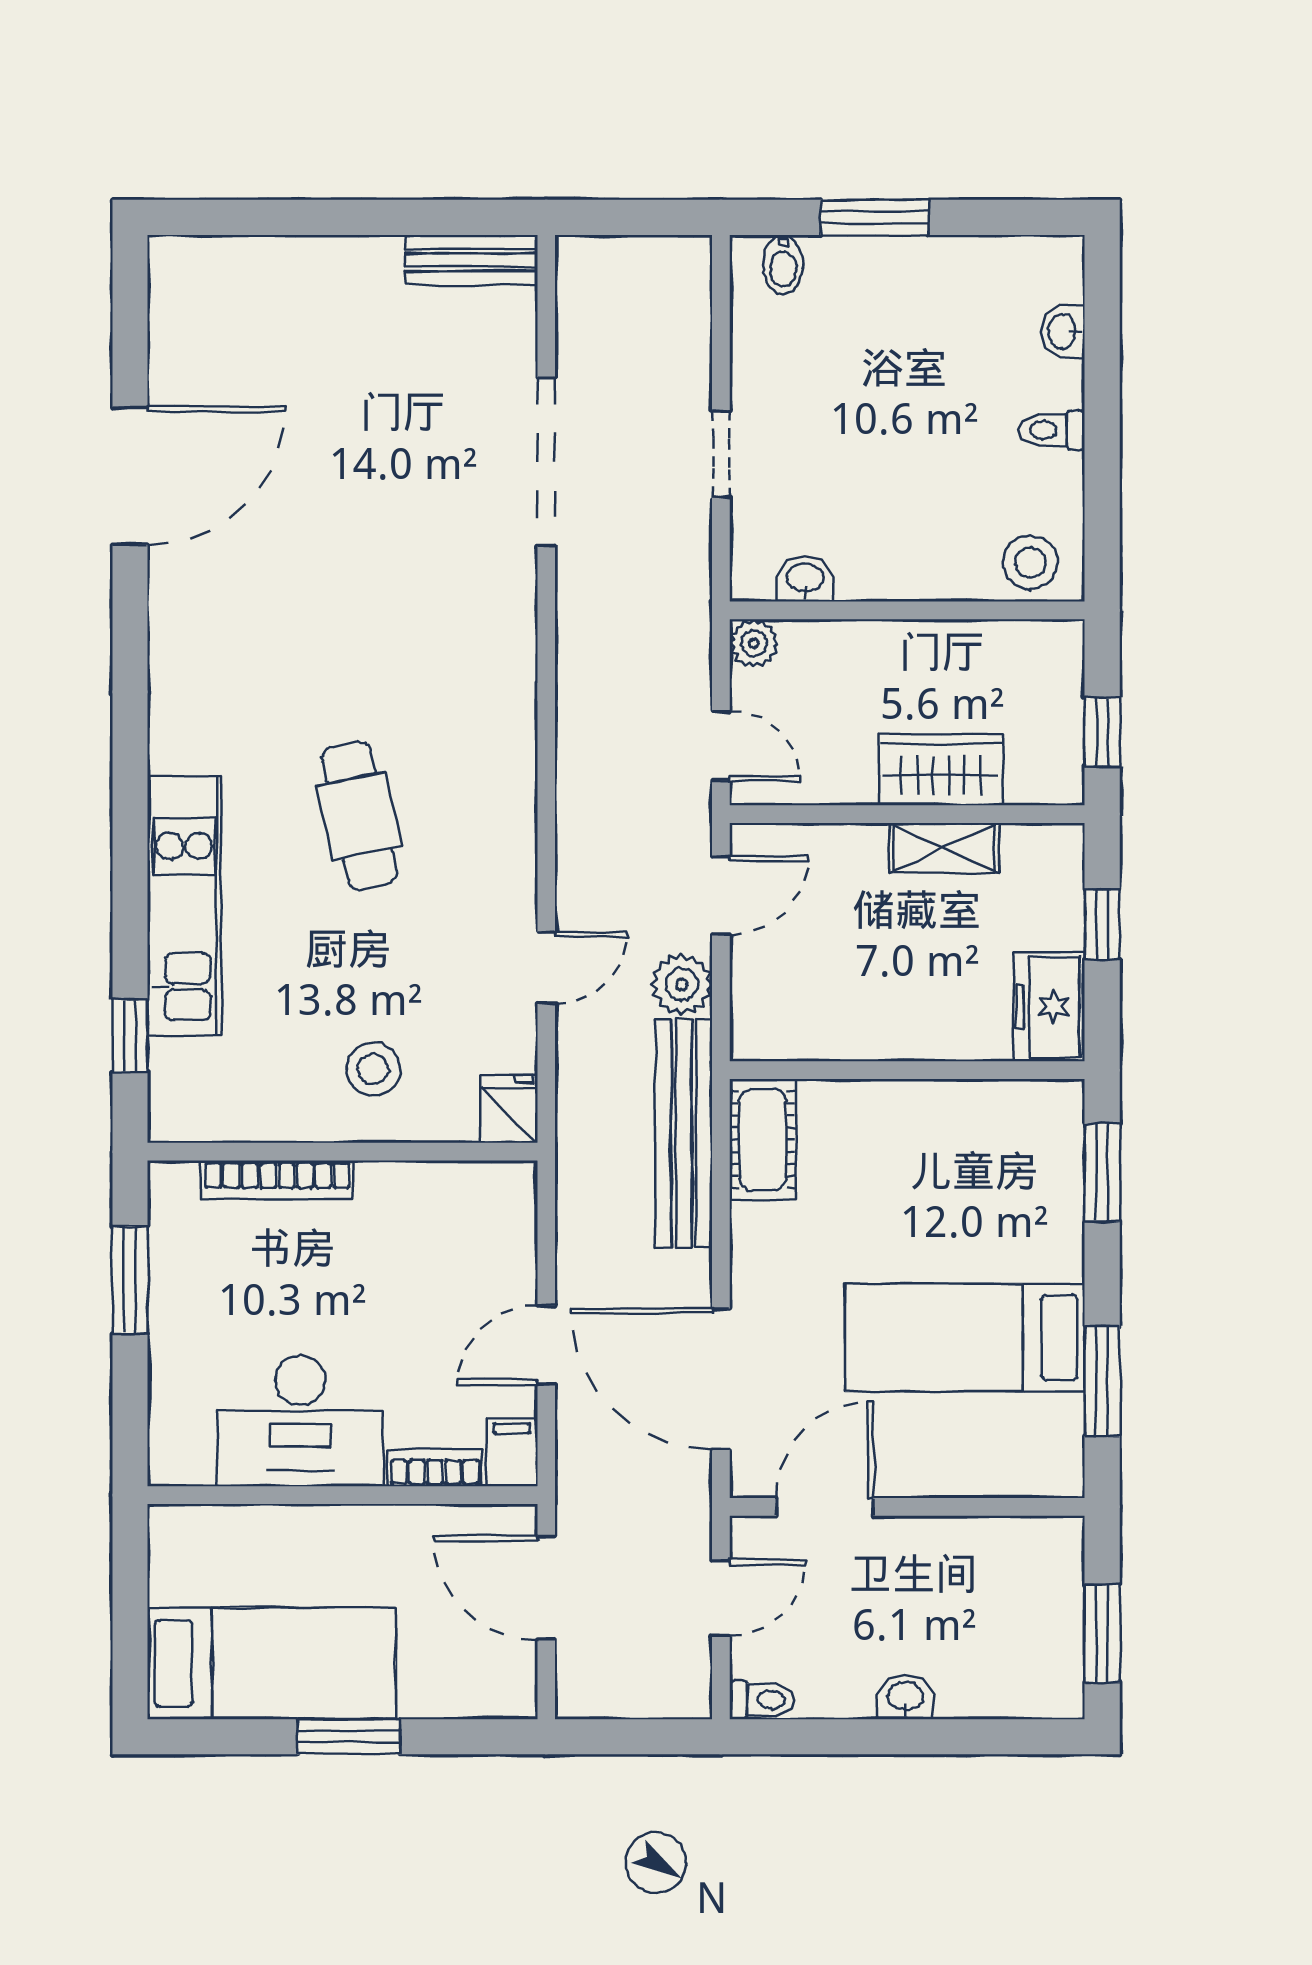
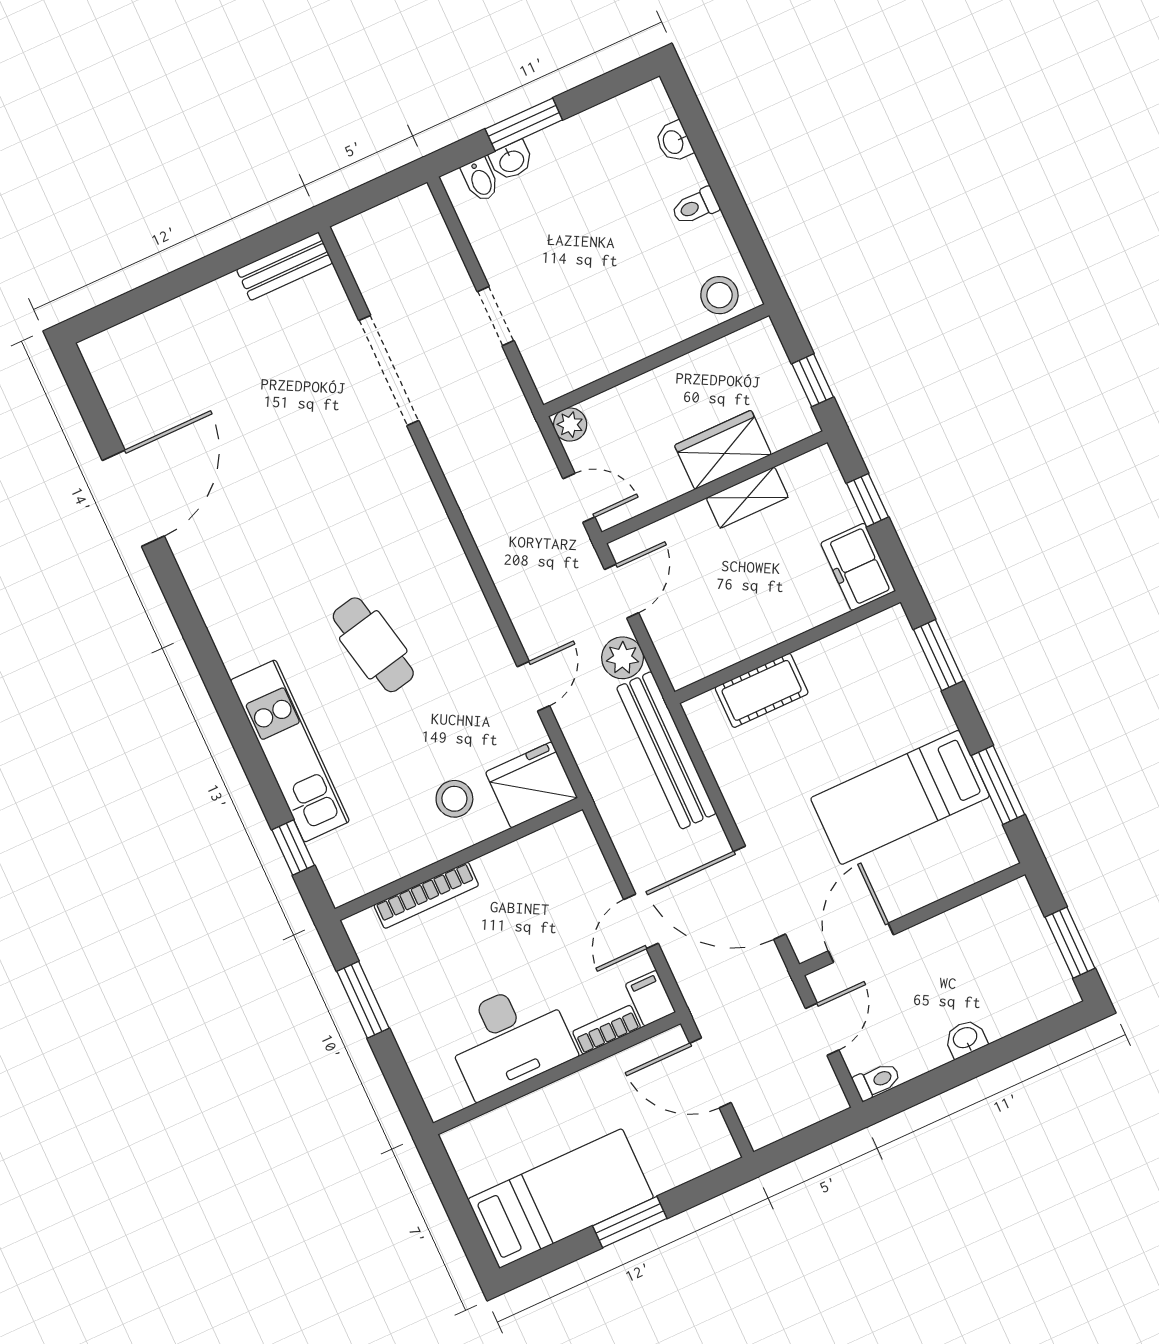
washbasin: (805, 579) -> (511, 161), moved, turned 180
fridge: (509, 1109) -> (532, 785), width x1.88, depth x1.34
cot: (763, 1140) -> (762, 690), moved, turned 90

